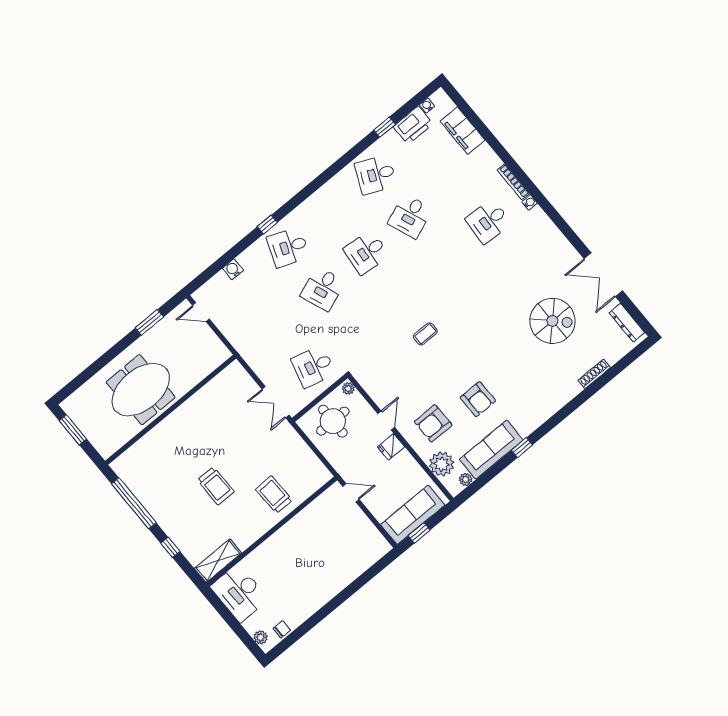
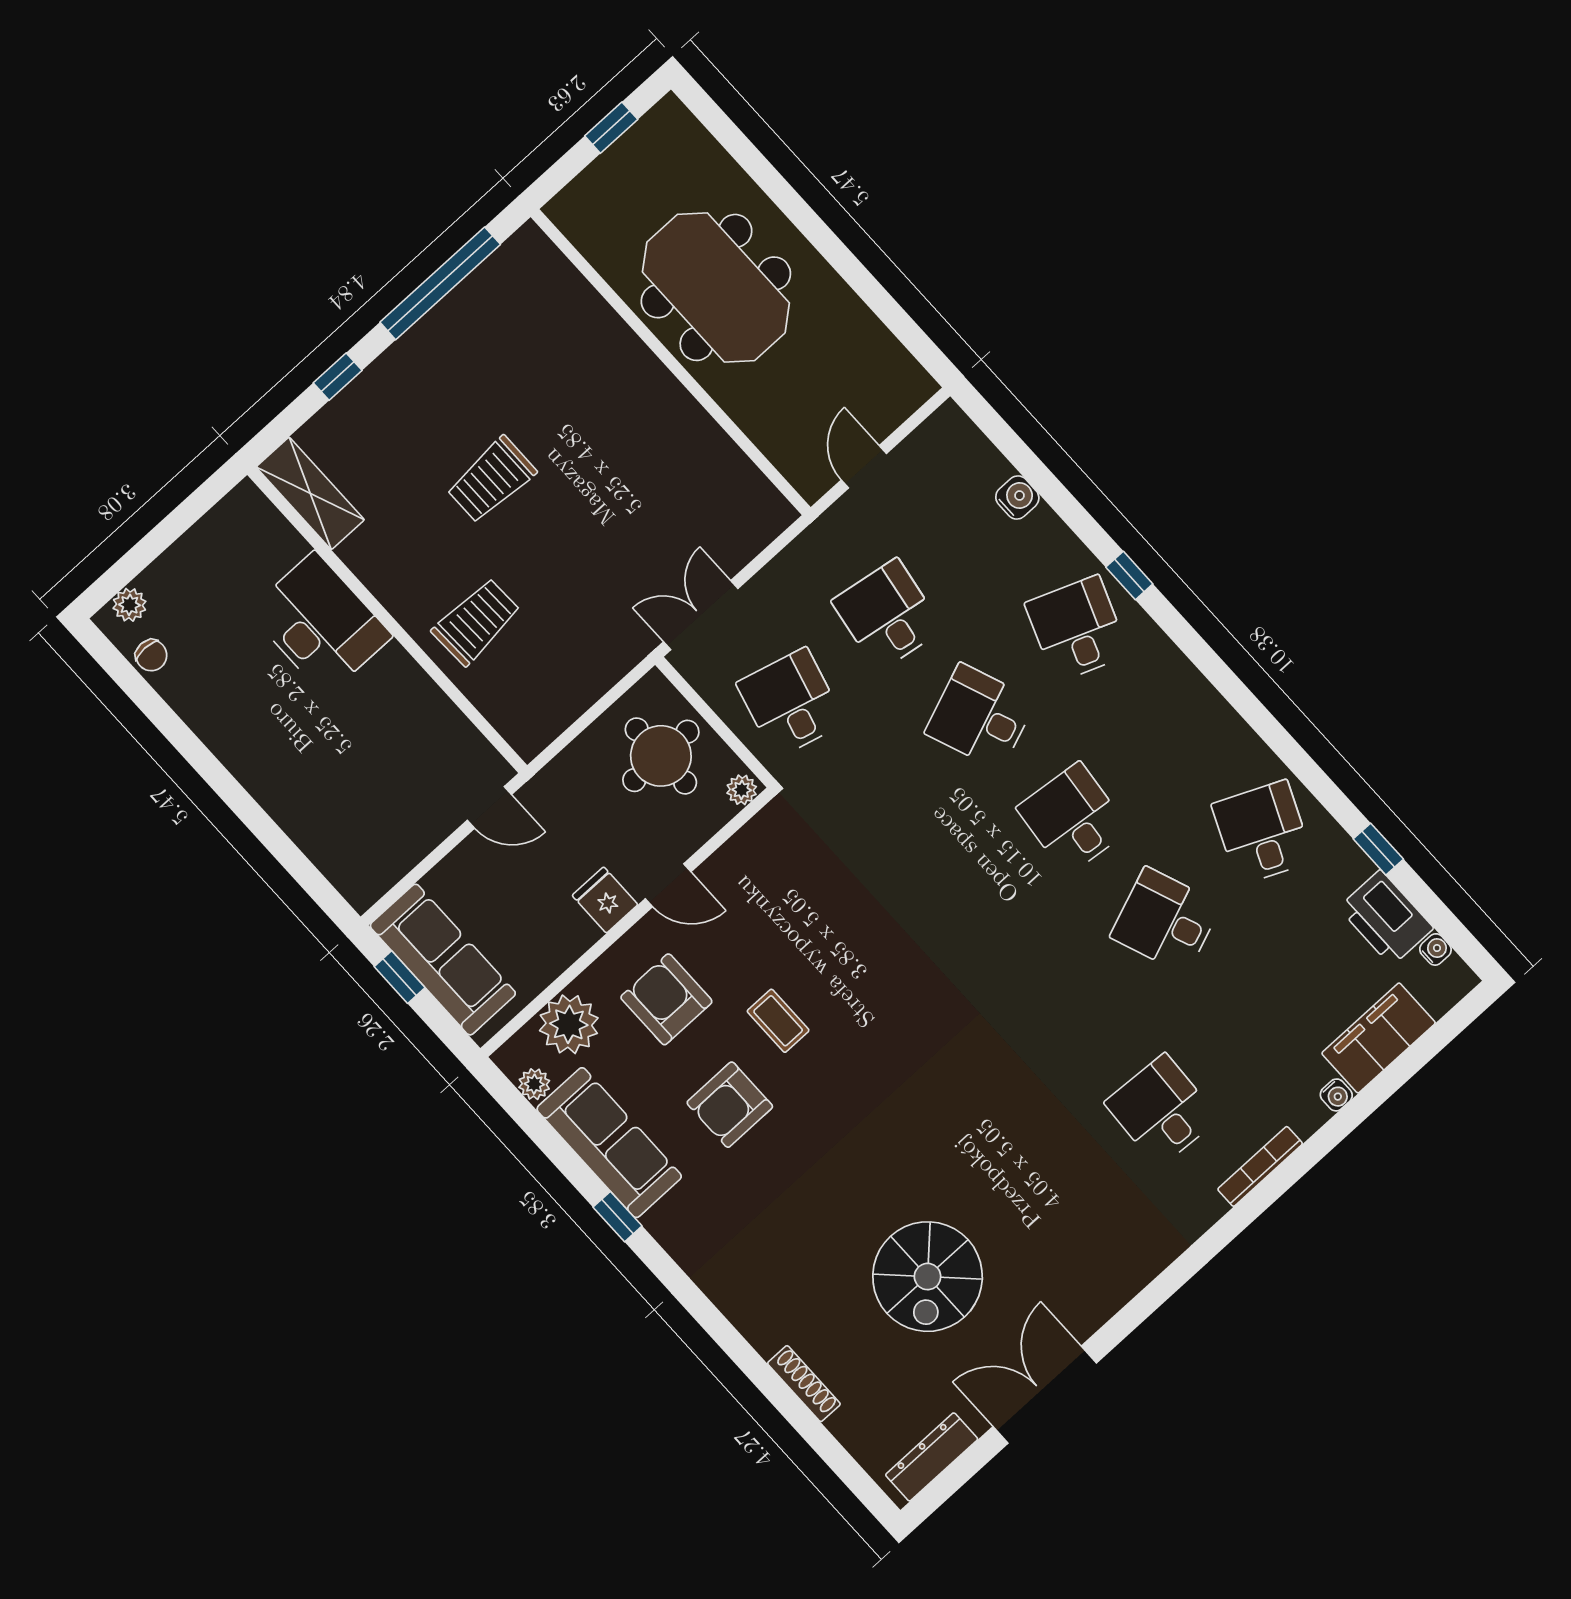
water cooler: (530, 203) -> (1336, 1095), moved
door: (201, 312) -> (864, 467), moved
window: (149, 322) -> (880, 301), removed
desk: (279, 325) -> (887, 615), added
coffee table: (425, 334) -> (778, 1021), moved
window: (73, 430) -> (611, 128), width x0.67
door: (351, 493) -> (489, 807), hinge flipped
desk: (239, 593) -> (320, 624), moved, turned 90

